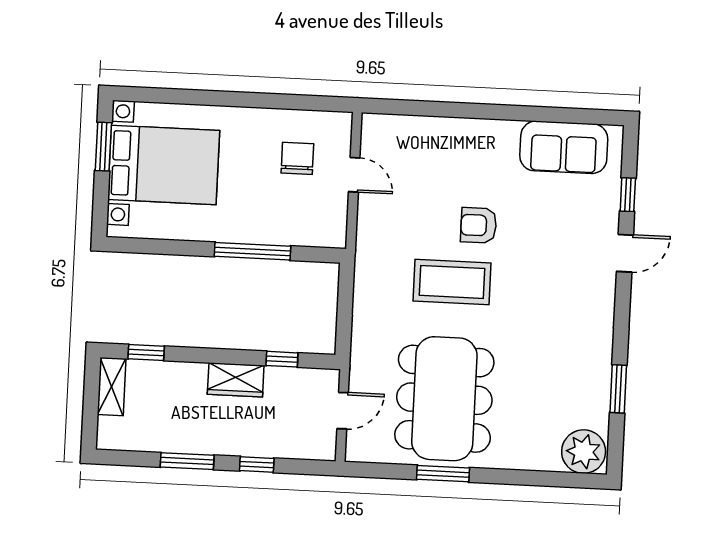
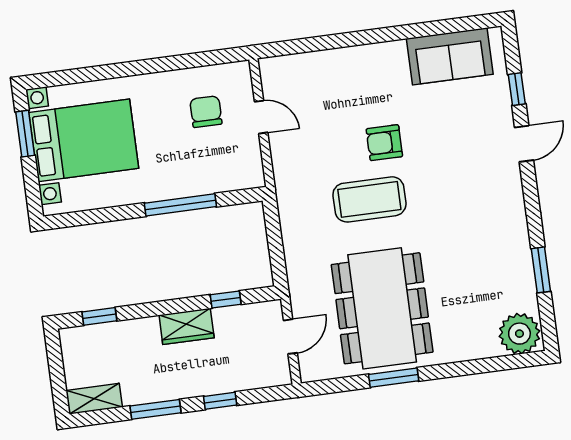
shelving: (112, 387) -> (94, 399), moved, turned 90

